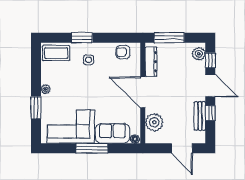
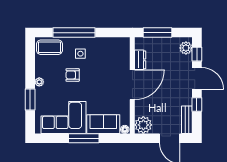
window: (82, 38) -> (74, 33), width x2.11
armchair: (123, 52) -> (73, 75), moved
dresser: (151, 62) -> (140, 60), width x0.70
door: (143, 92) -> (132, 85), swing flipped
bench: (200, 116) -> (187, 120), moved
plant: (154, 122) -> (143, 125), moved

